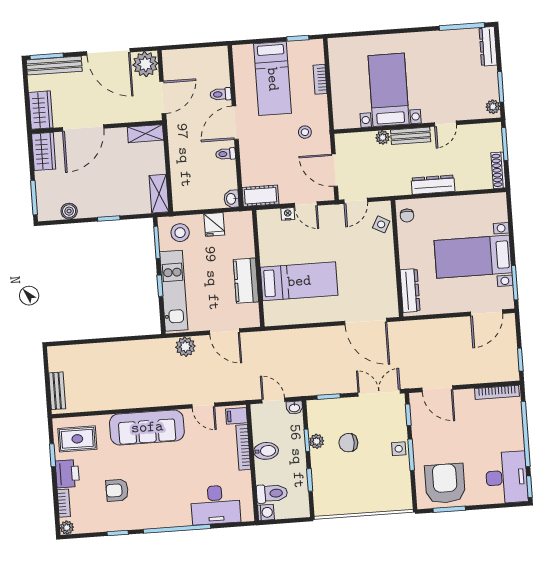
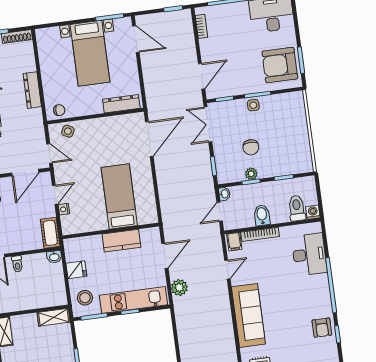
bookcase: (497, 392) -> (201, 26), width x0.64
armchair: (117, 490) -> (322, 328), moved

